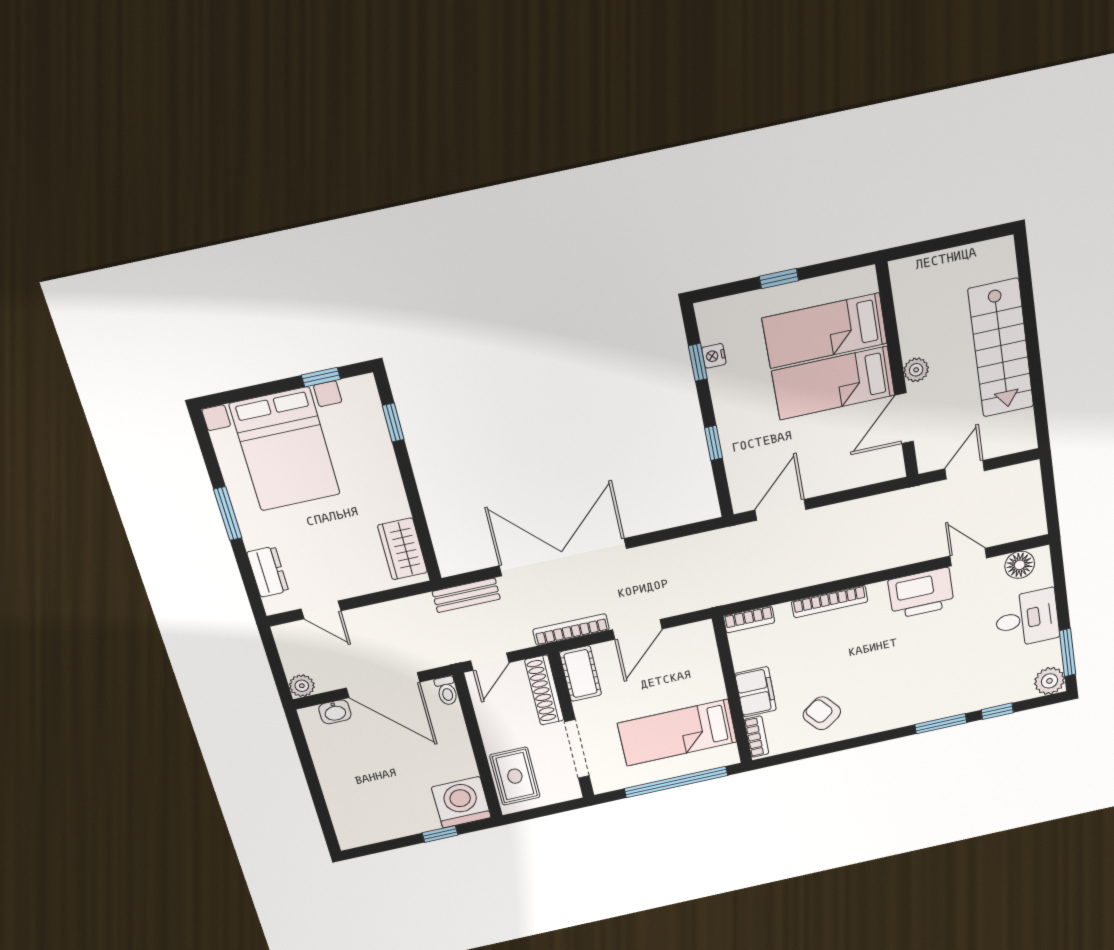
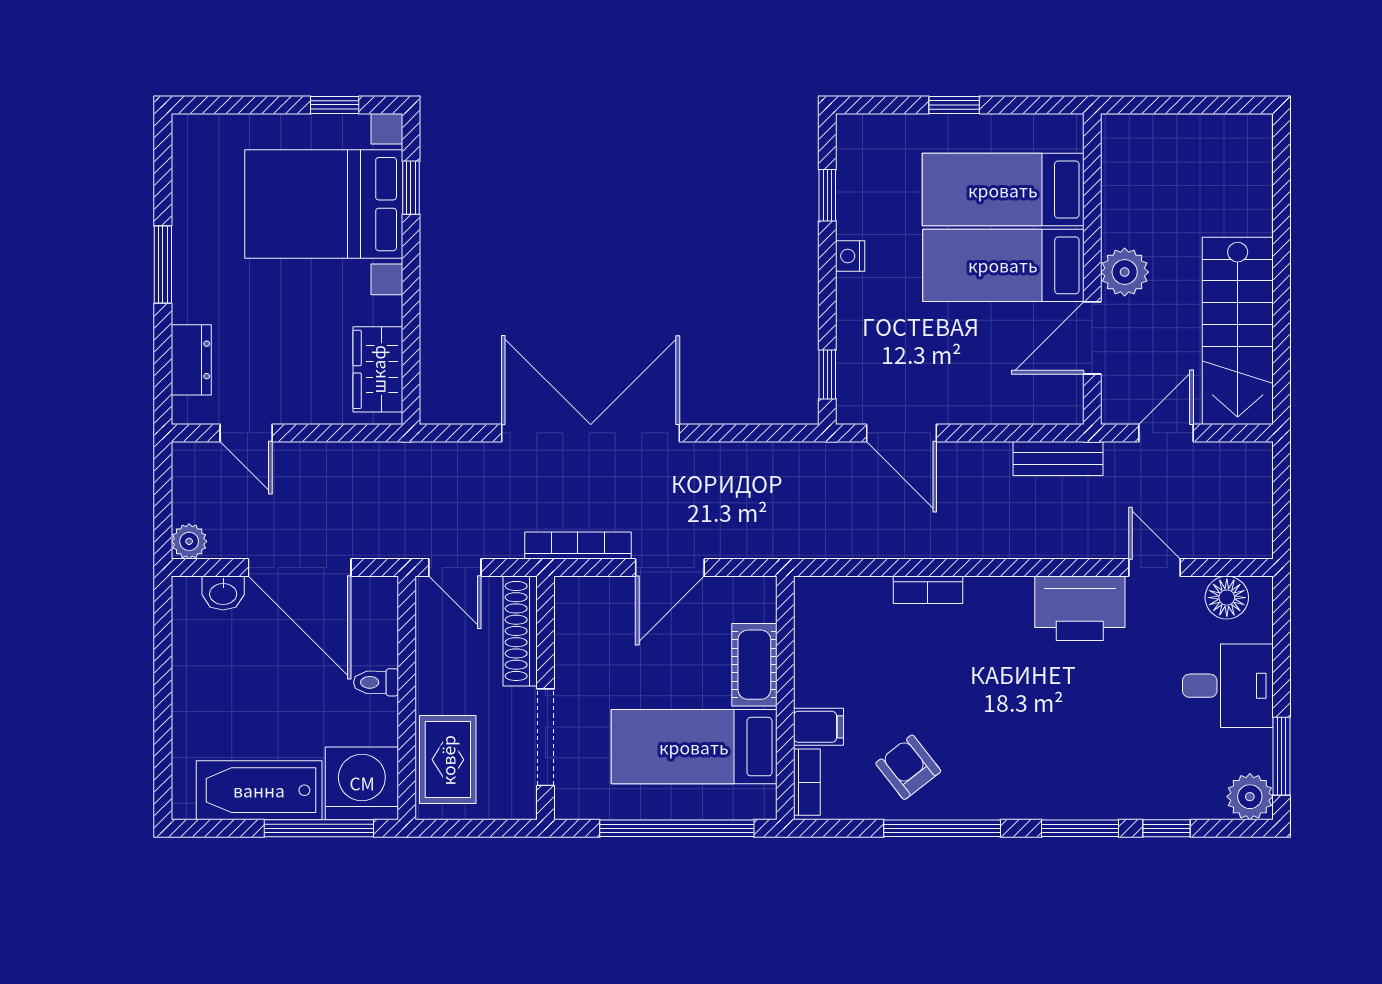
stairs: (1001, 348) -> (1238, 331), moved
nightstand: (714, 356) -> (850, 256), moved
plant: (916, 370) -> (1125, 272), width x1.38, depth x1.38
window: (713, 443) -> (827, 374), moved
bed with nightstands: (285, 449) -> (324, 204), moved, turned 90
door: (780, 510) -> (901, 433), swing flipped
bench: (466, 595) -> (1058, 459), moved
bookcase: (830, 602) -> (928, 590), width x0.64
bookcase: (749, 619) -> (829, 590), removed
door: (490, 662) -> (455, 568), hinge flipped
cot: (581, 674) -> (754, 665), moved
toilet: (447, 691) -> (376, 682), moved, turned 90
filing cabinet: (756, 692) -> (819, 727), width x0.50
window: (850, 744) -> (942, 828), added
bathtub: (394, 821) -> (259, 790), added
window: (440, 834) -> (319, 828), width x2.17

